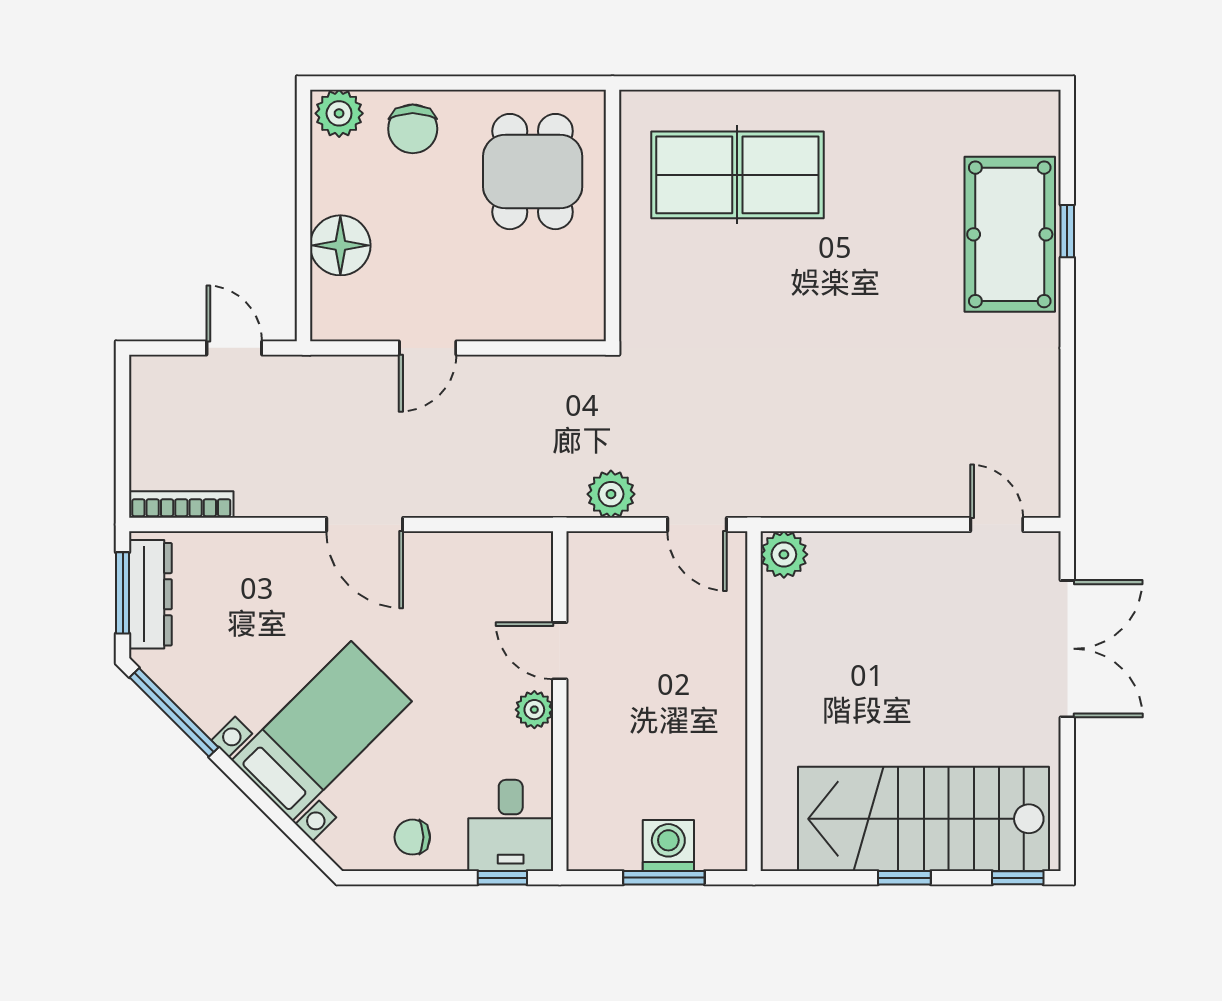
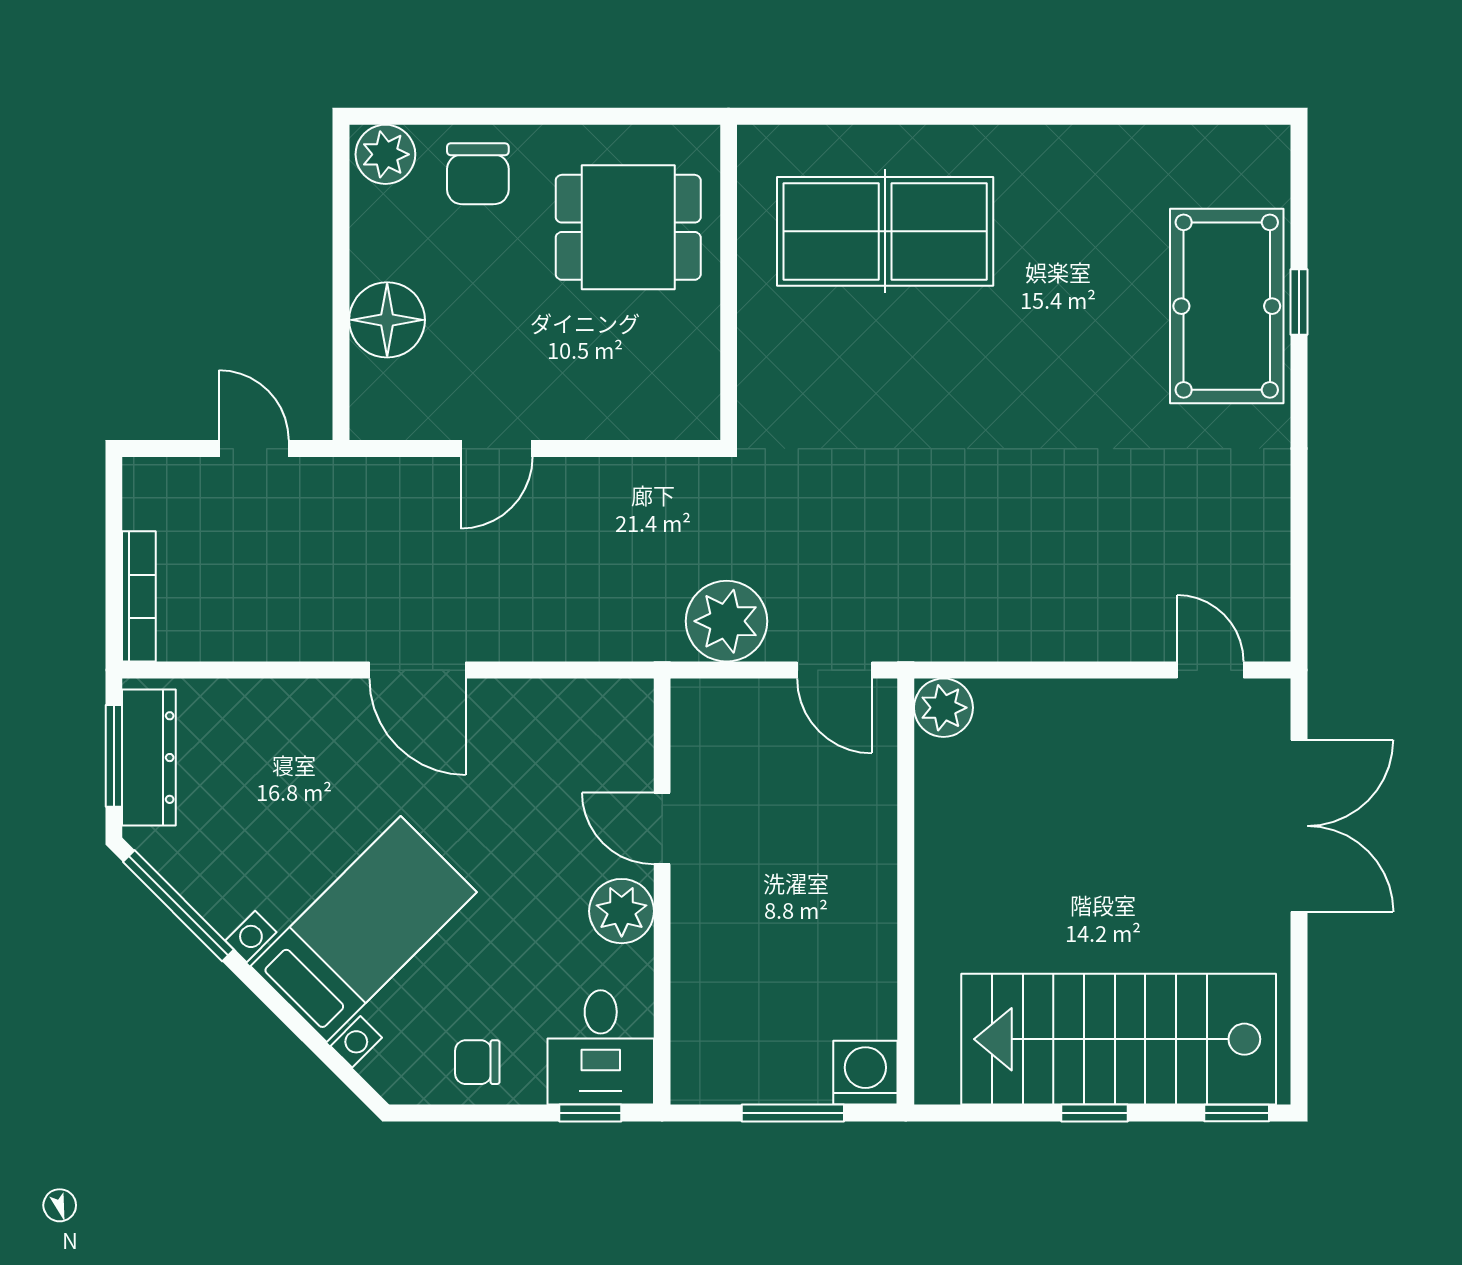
dining table: (533, 172) -> (628, 227), turned 90
plant: (611, 494) -> (727, 621), width x1.36, depth x1.36
bookcase: (181, 505) -> (139, 596), moved, turned 90
plant: (534, 710) -> (622, 911), width x1.38, depth x1.38
washing machine: (668, 845) -> (865, 1073), moved

